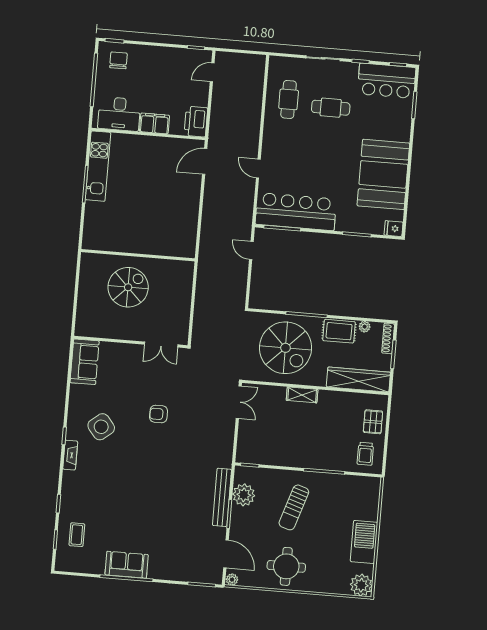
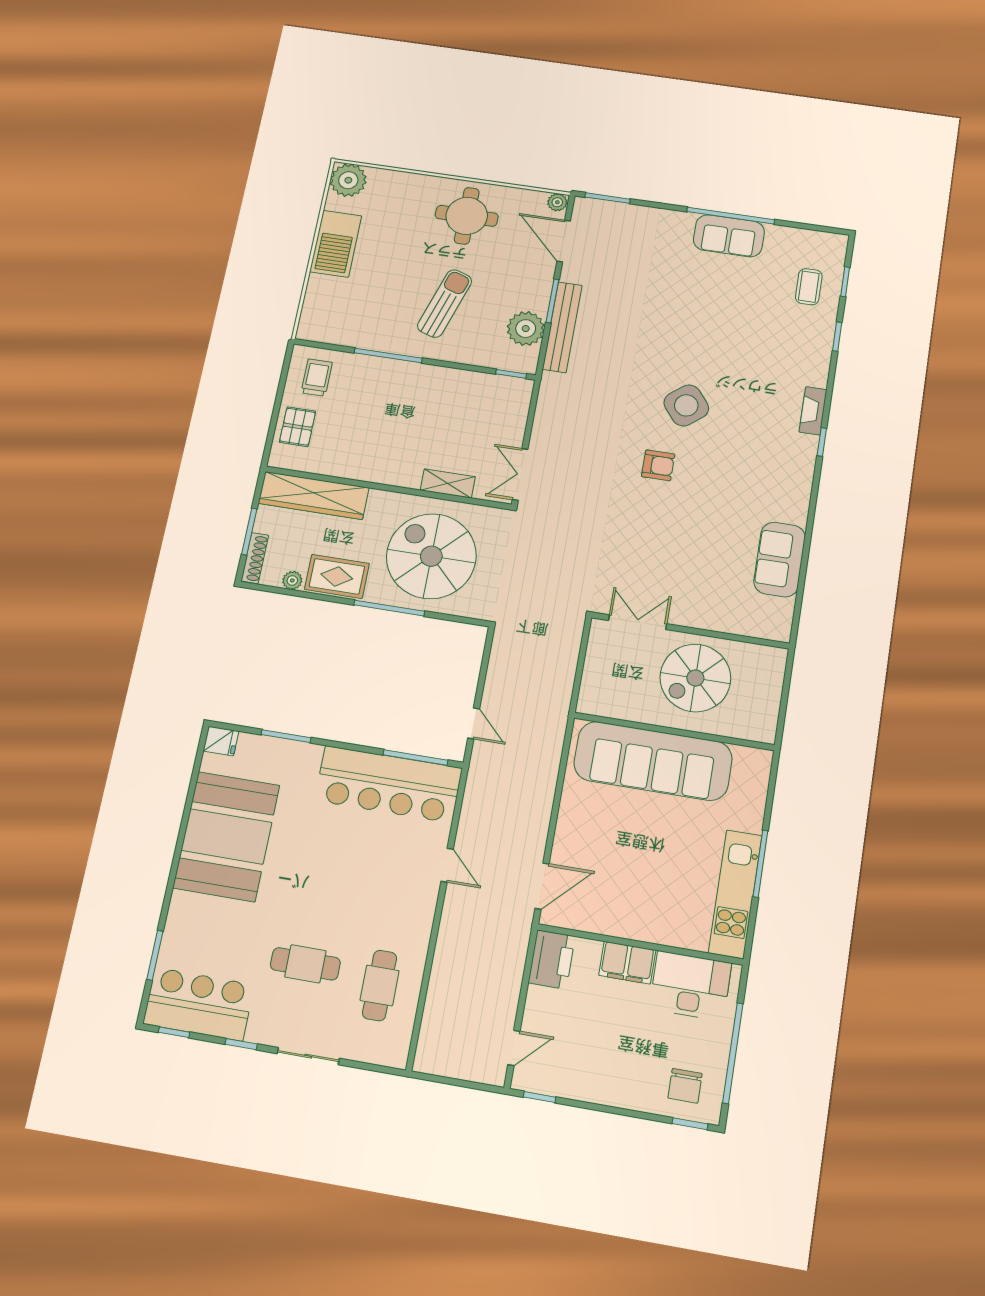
sofa: (149, 237) -> (653, 761), added
wall: (131, 342) -> (690, 630), moved
double door: (161, 345) -> (638, 622), moved
shelving: (302, 395) -> (448, 484), moved
side table: (101, 427) -> (686, 405), moved

